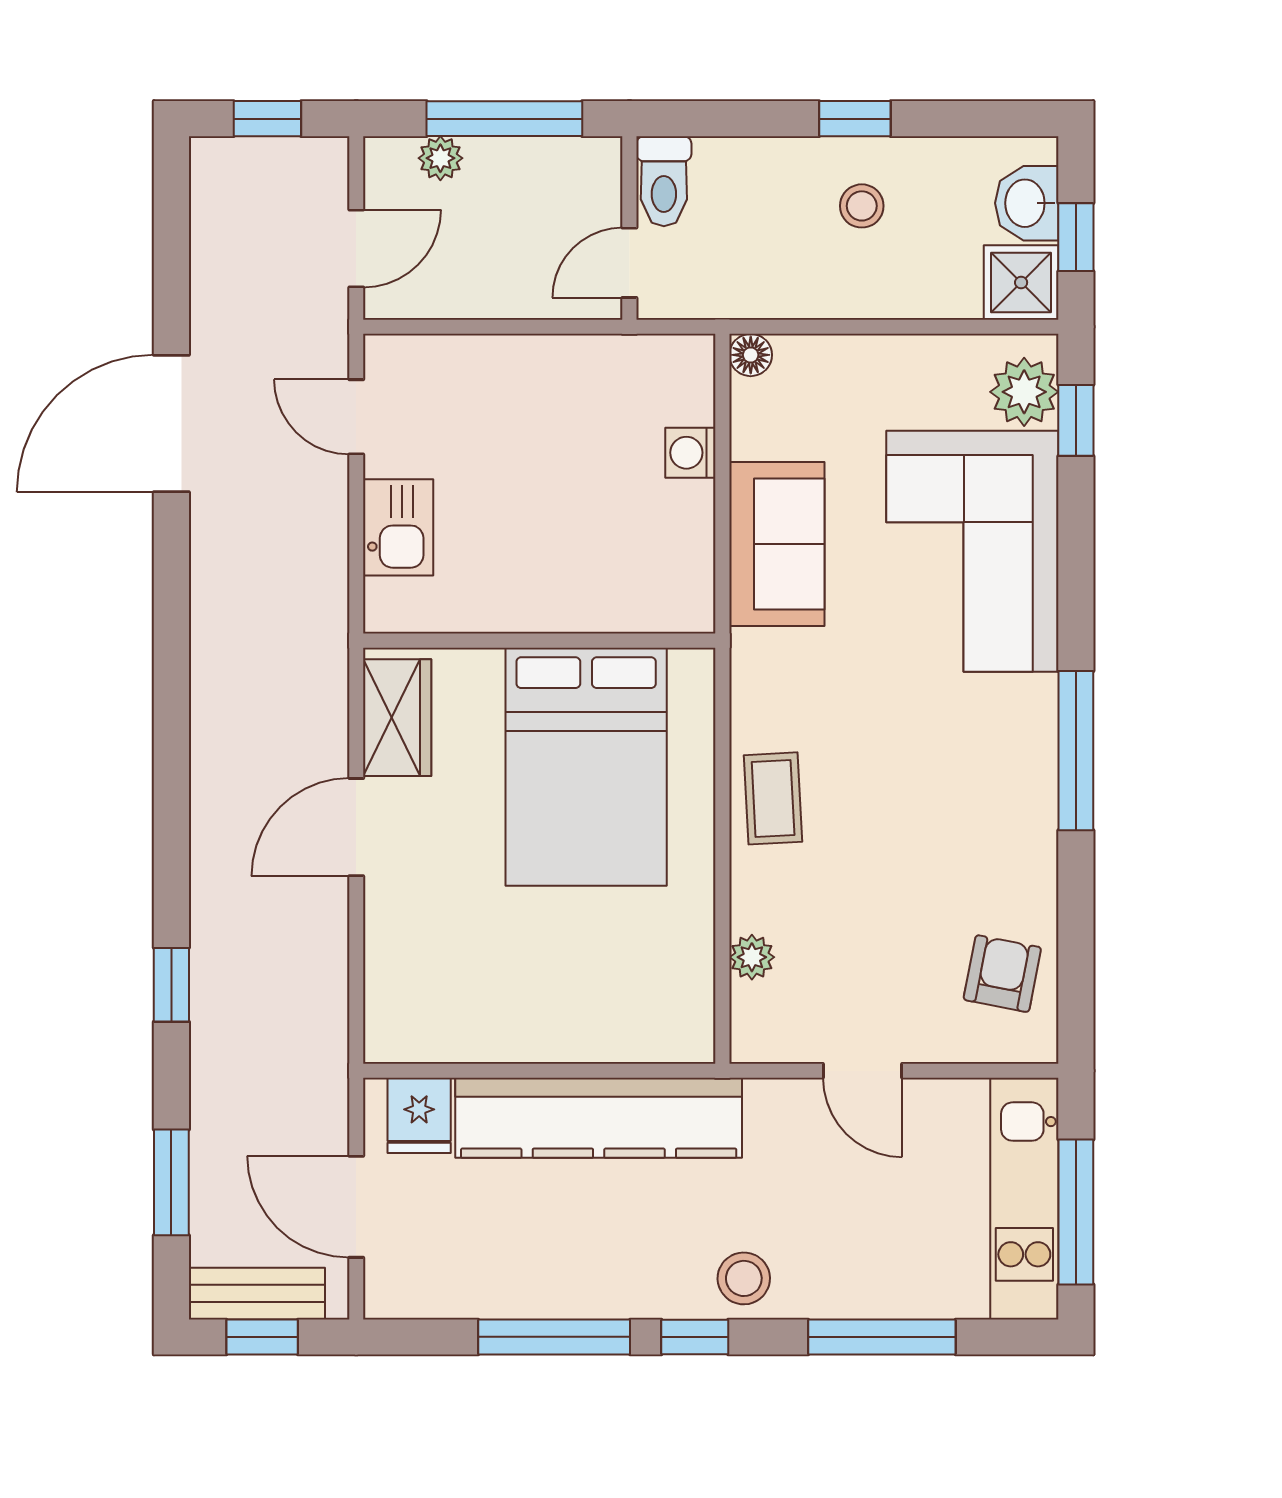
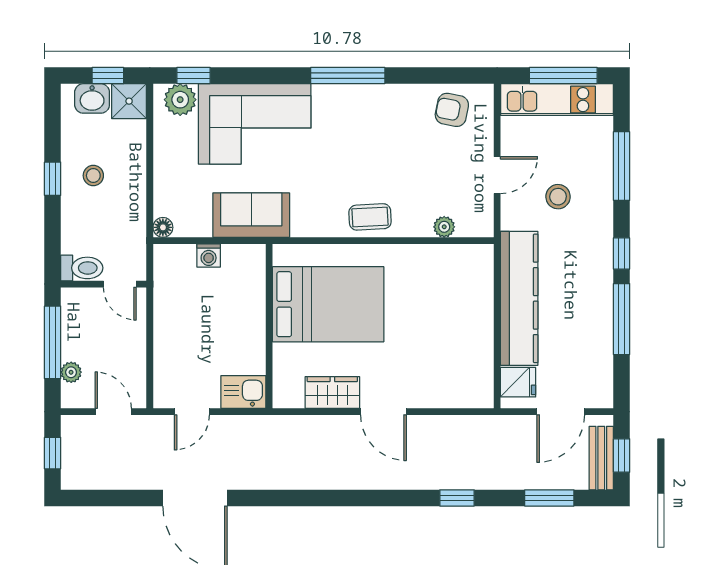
wall: (539, 641) -> (269, 326), moved
bed: (586, 767) -> (328, 304), moved
stool: (744, 1278) -> (558, 197), moved

